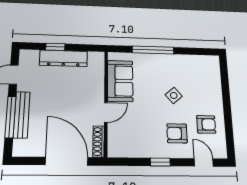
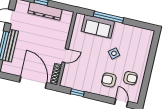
sofa: (120, 81) -> (98, 26), moved, turned 90
window: (160, 162) -> (77, 93), moved

